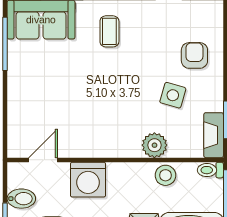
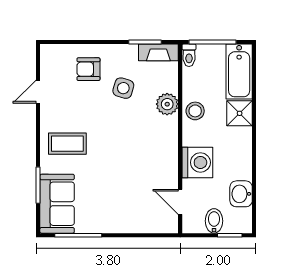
coffee table: (109, 31) -> (67, 144), width x1.36, depth x1.30
stool: (165, 175) -> (195, 111), moved

